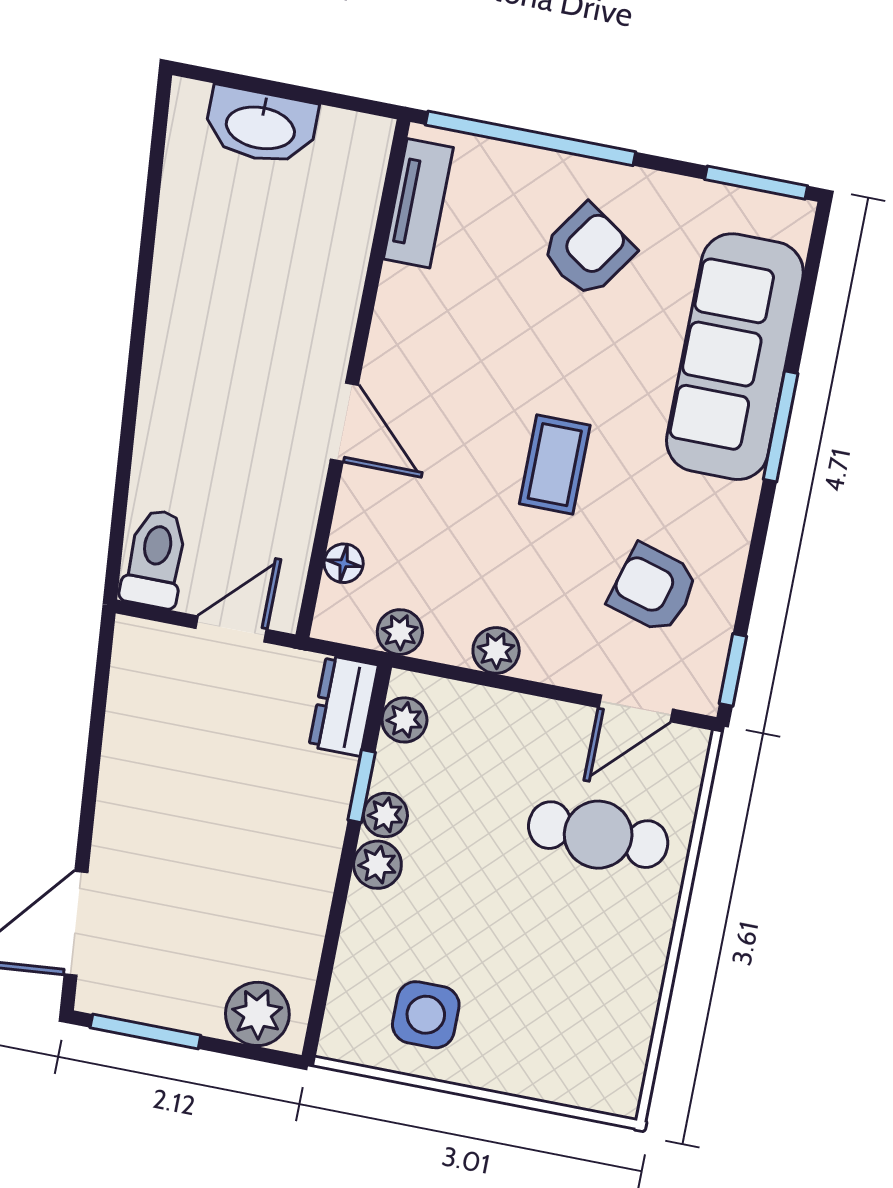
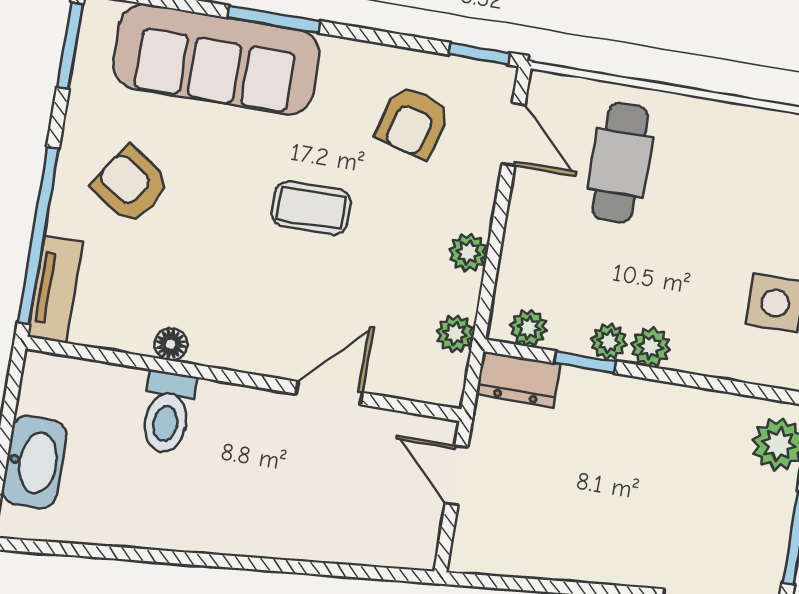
tv unit: (418, 203) -> (55, 289), moved, turned 90
door: (344, 422) -> (329, 393), moved
toilet: (155, 558) -> (167, 412), moved, turned -90
floor lamp: (344, 563) -> (171, 344), moved

